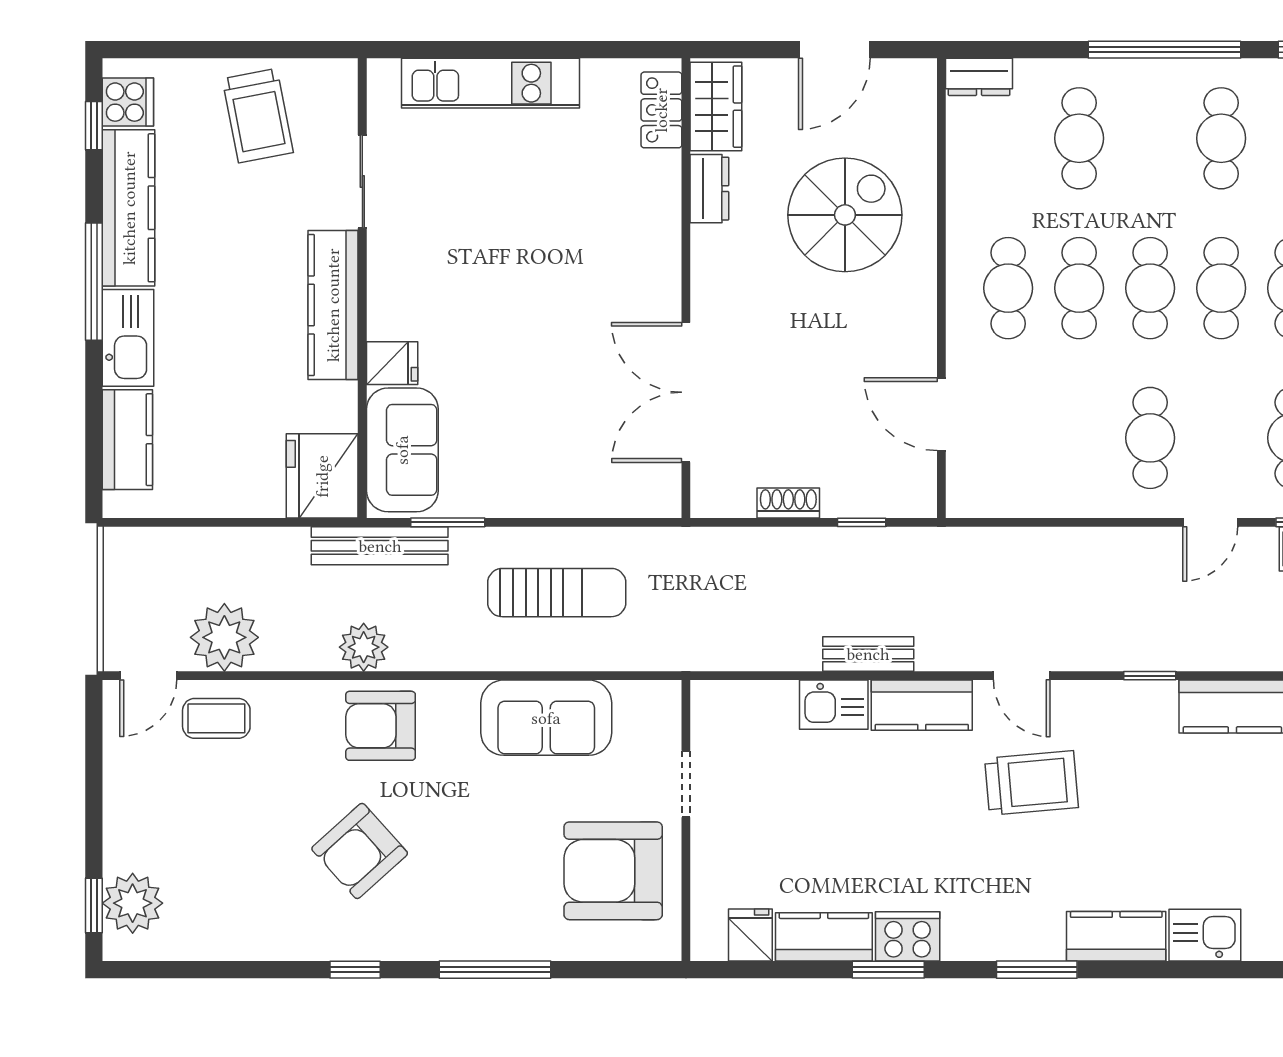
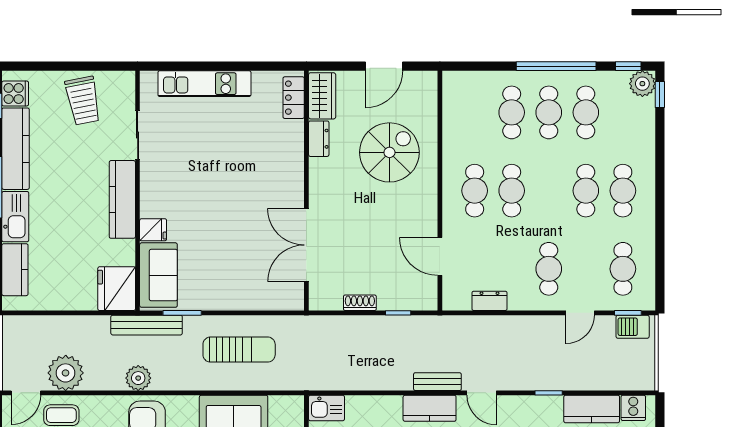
dresser: (979, 77) -> (490, 301), moved, turned 180
cafe table: (1150, 288) -> (549, 112), moved
bench: (868, 654) -> (437, 382), moved
kitchen sink: (834, 705) -> (326, 408), moved

